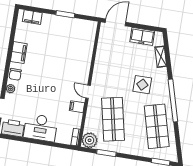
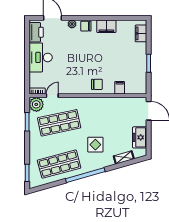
chair: (79, 73) -> (97, 84), added
door: (88, 92) -> (52, 96), moved
filing cabinet: (77, 107) -> (120, 88), moved

